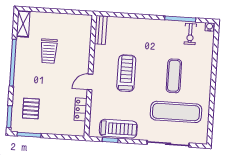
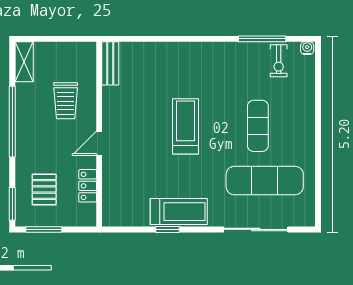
bench: (101, 30) -> (110, 63), moved
wall: (90, 76) -> (99, 134), moved
door: (90, 82) -> (99, 143), moved
locker: (81, 109) -> (88, 186), moved

